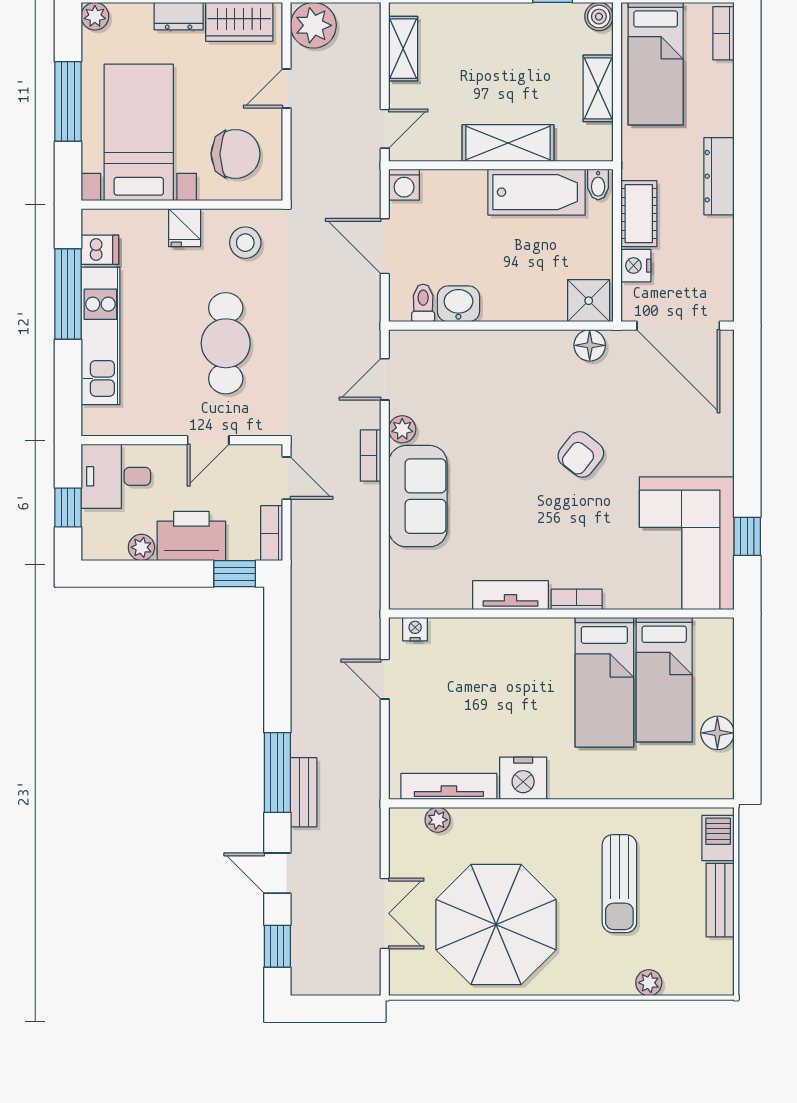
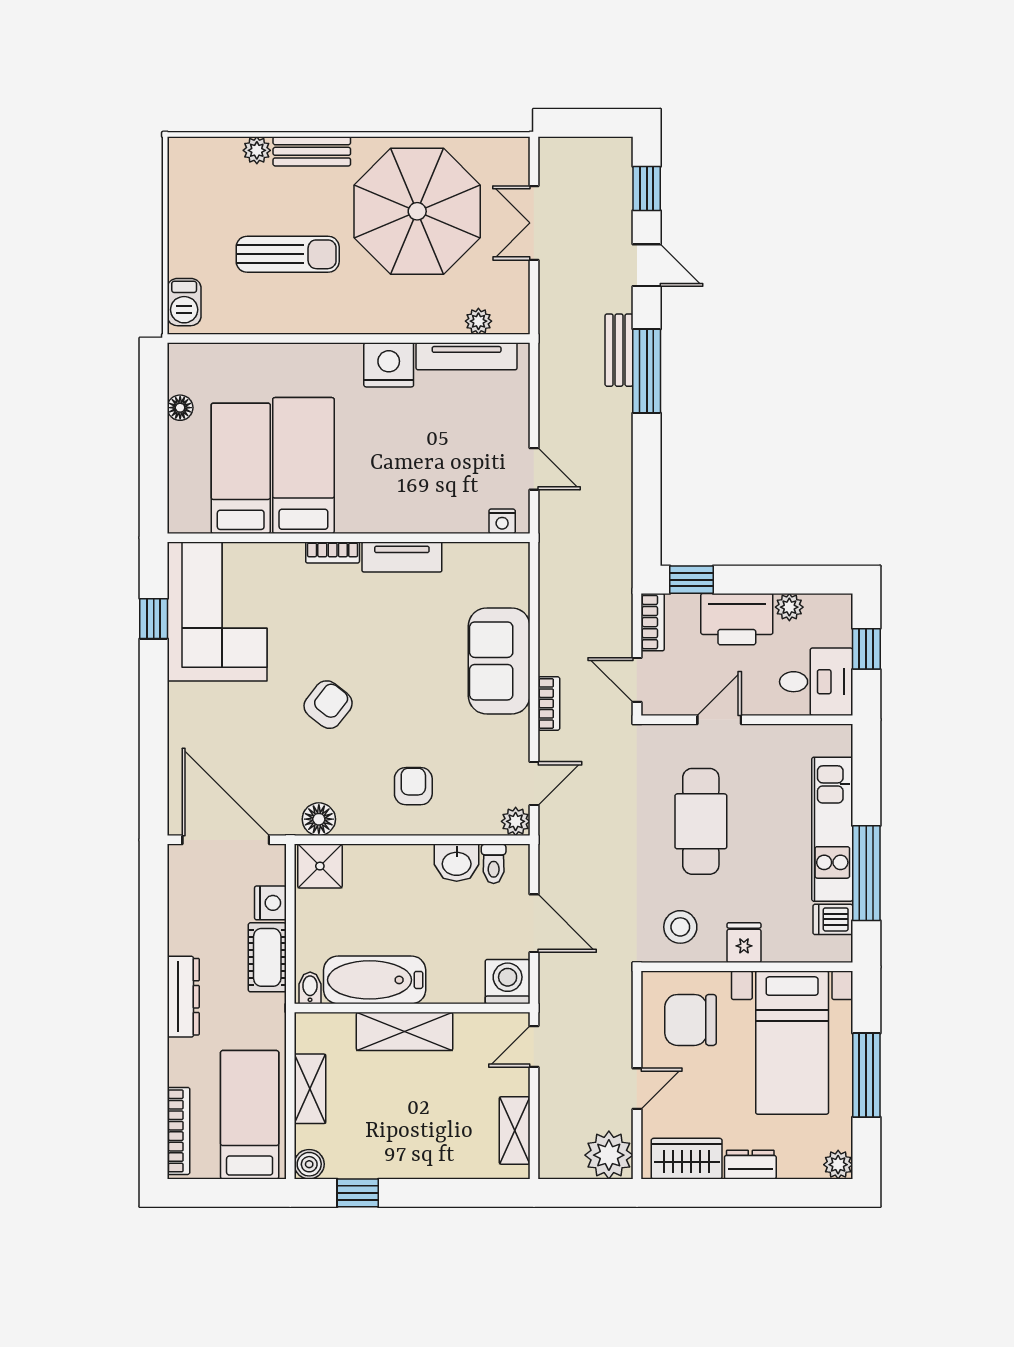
bookcase: (723, 33) -> (178, 1131), width x1.56
washing machine: (404, 185) -> (508, 982), width x1.38, depth x1.38
armchair: (500, 377) -> (413, 786), added
plant: (402, 429) -> (516, 821), moved
floor lamp: (717, 733) -> (180, 408), width x0.73, depth x0.73
sun lounger: (619, 884) -> (288, 254), turned 90
bench: (720, 900) -> (312, 151), moved, turned 90

